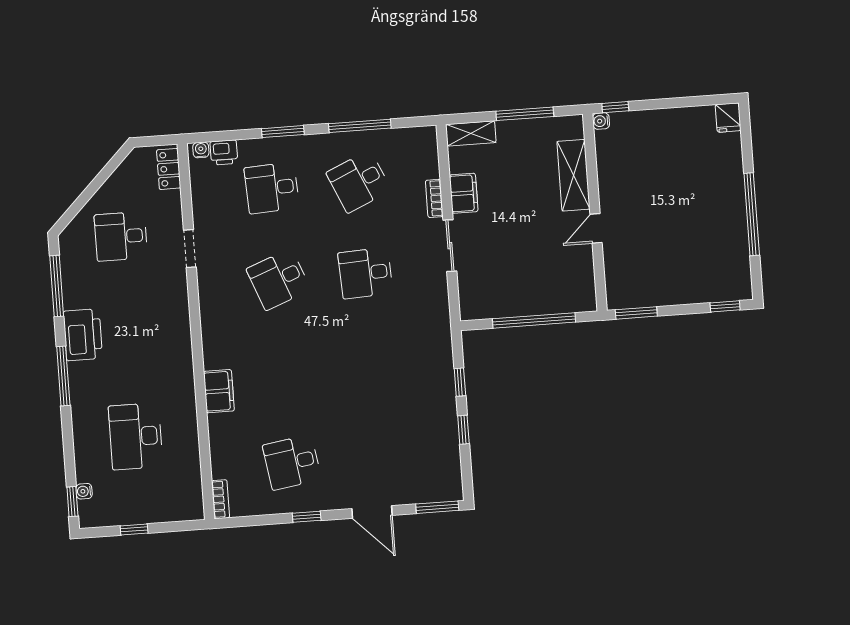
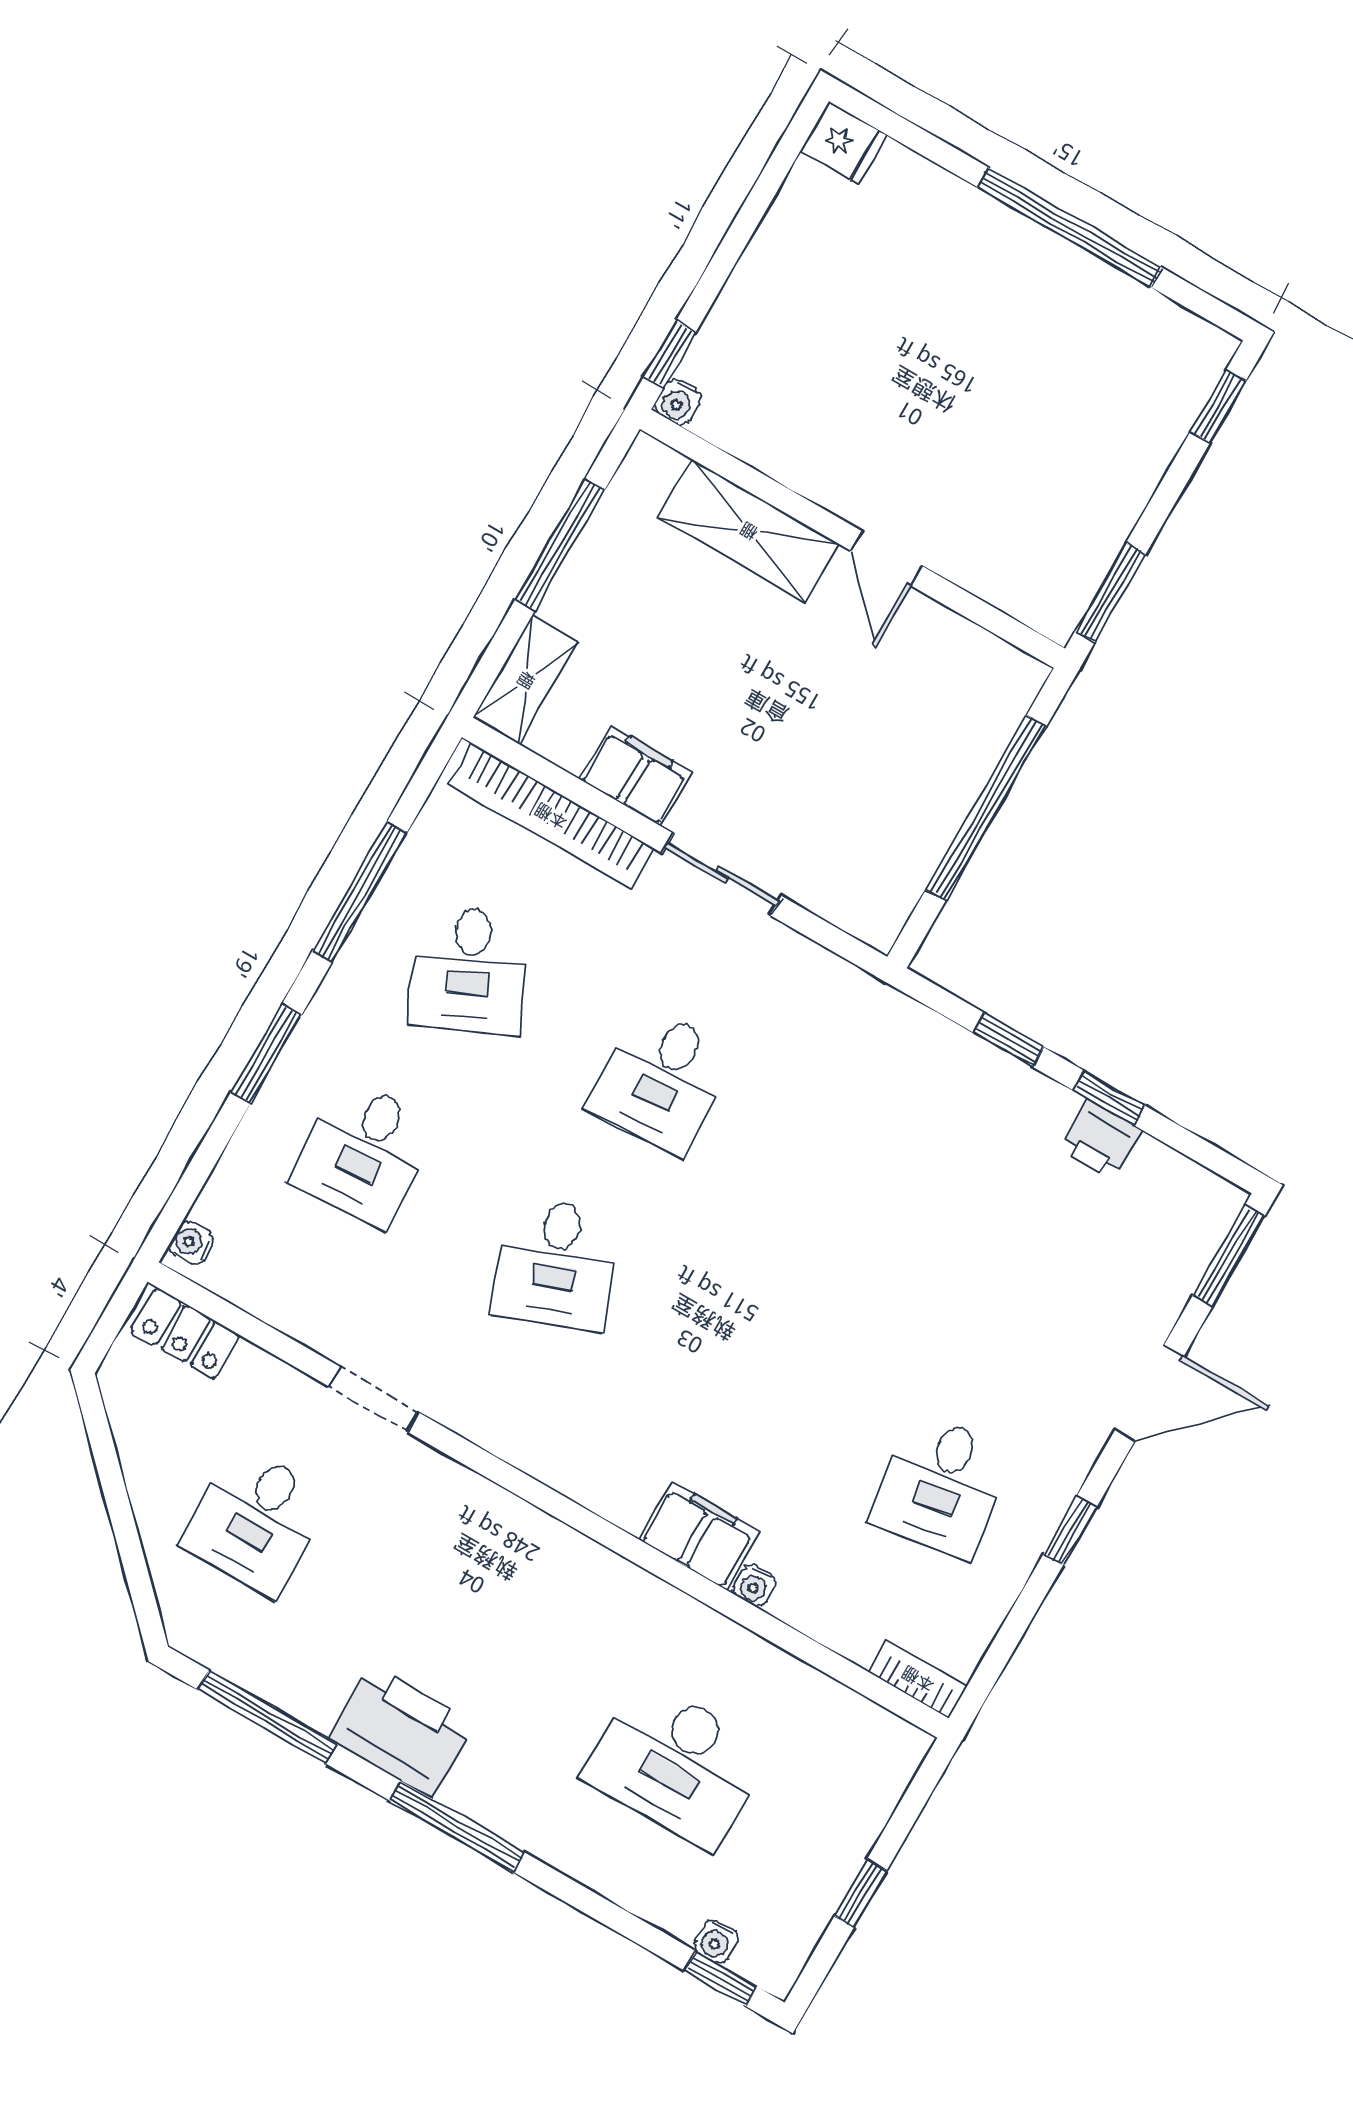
printer: (224, 152) -> (1101, 1139), moved, turned 90
bookcase: (434, 198) -> (551, 816), width x2.31, depth x1.31
water cooler: (215, 422) -> (755, 1585), added

